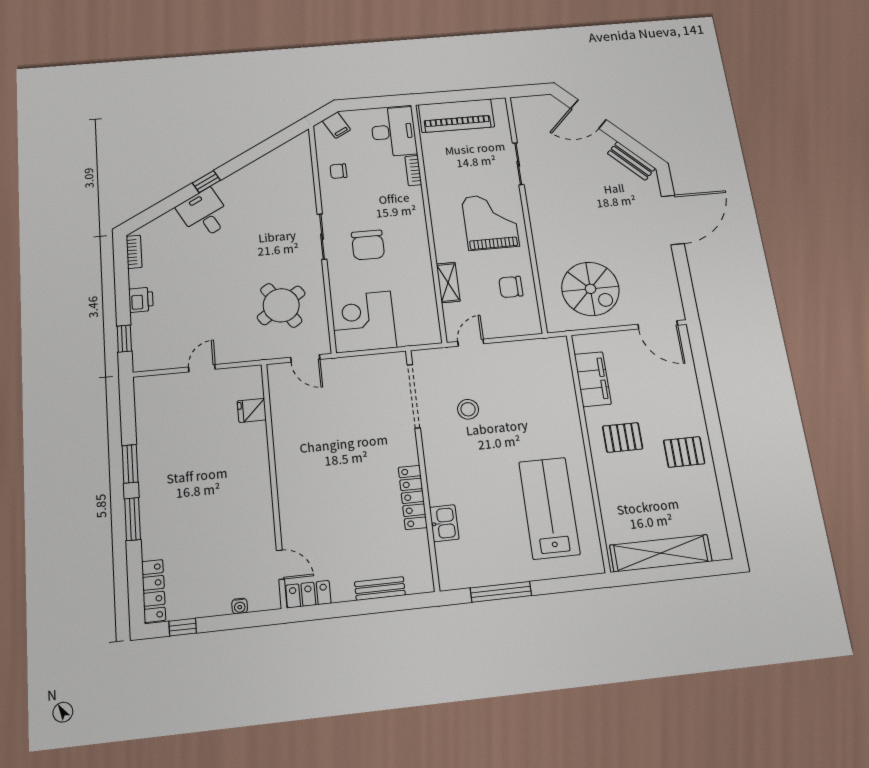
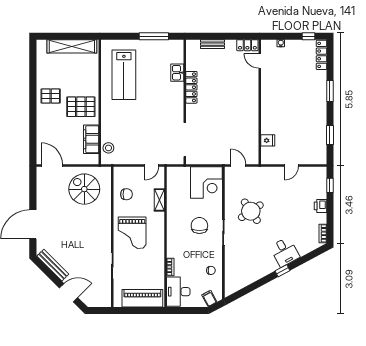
bench: (631, 161) -> (53, 265), width x1.36
round table: (281, 305) -> (251, 211), moved
stool: (468, 409) -> (108, 148), moved
pallet: (623, 438) -> (81, 107), width x1.50, depth x1.42
window: (130, 464) -> (330, 135), moved

